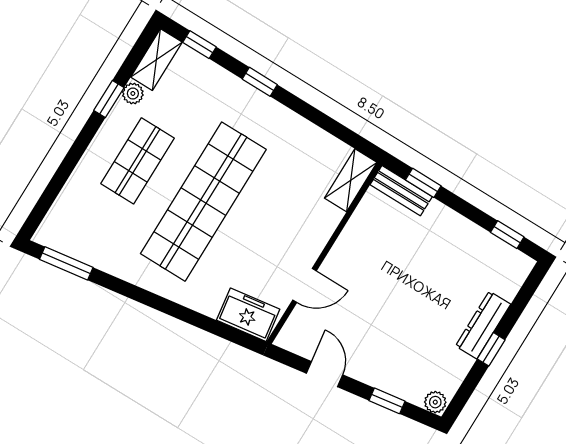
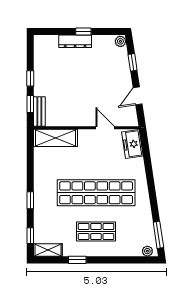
plant: (133, 93) -> (147, 251), moved
shelving: (351, 180) -> (56, 138), width x1.50, depth x1.33
window: (507, 235) -> (30, 78), moved

